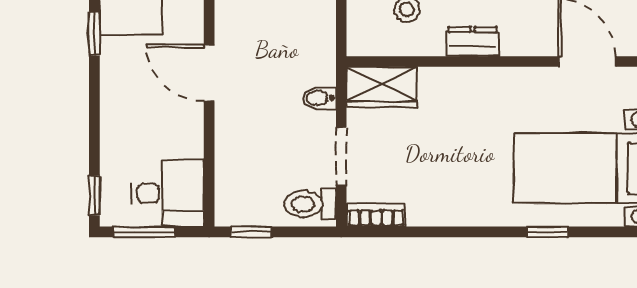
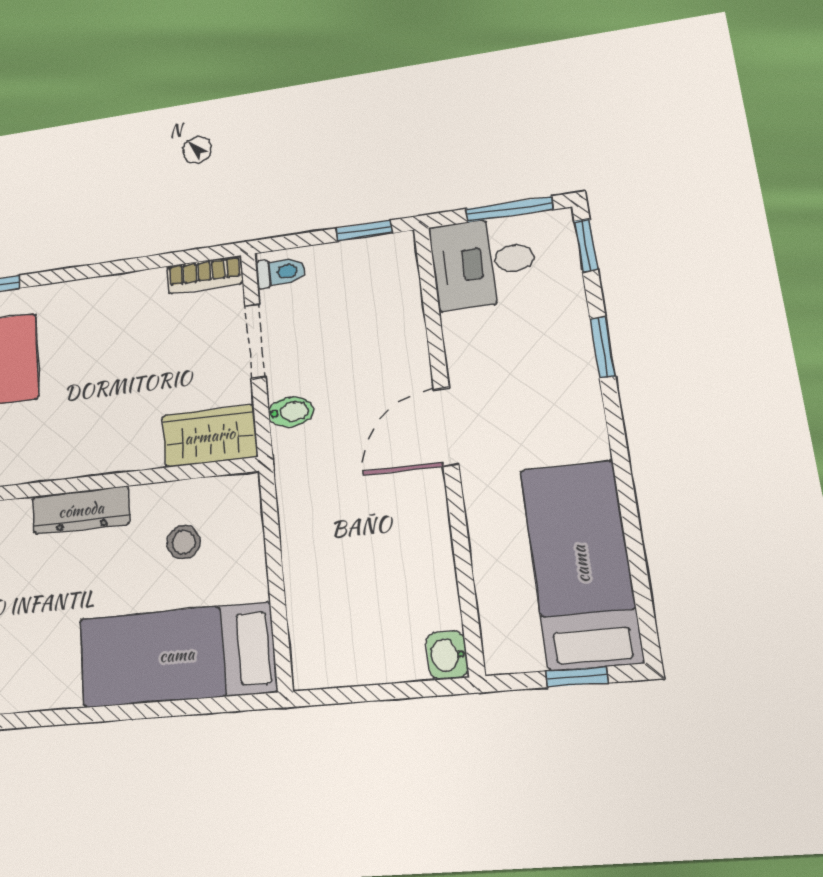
window: (94, 33) -> (603, 348), moved
dresser: (473, 42) -> (81, 510), width x1.44
door: (209, 73) -> (446, 427), swing flipped
toilet: (310, 204) -> (281, 272), width x0.73, depth x0.72

